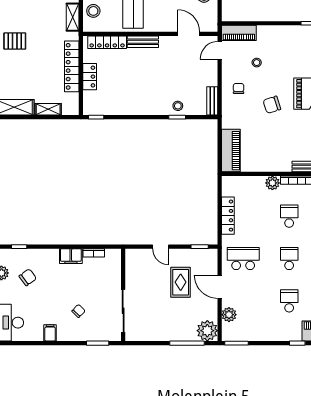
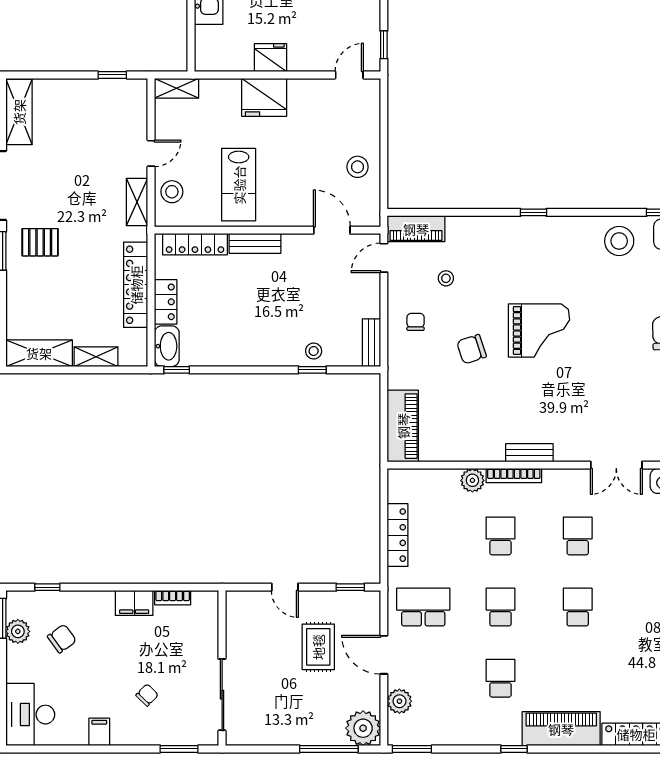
washbasin: (90, 103) -> (167, 346), added

